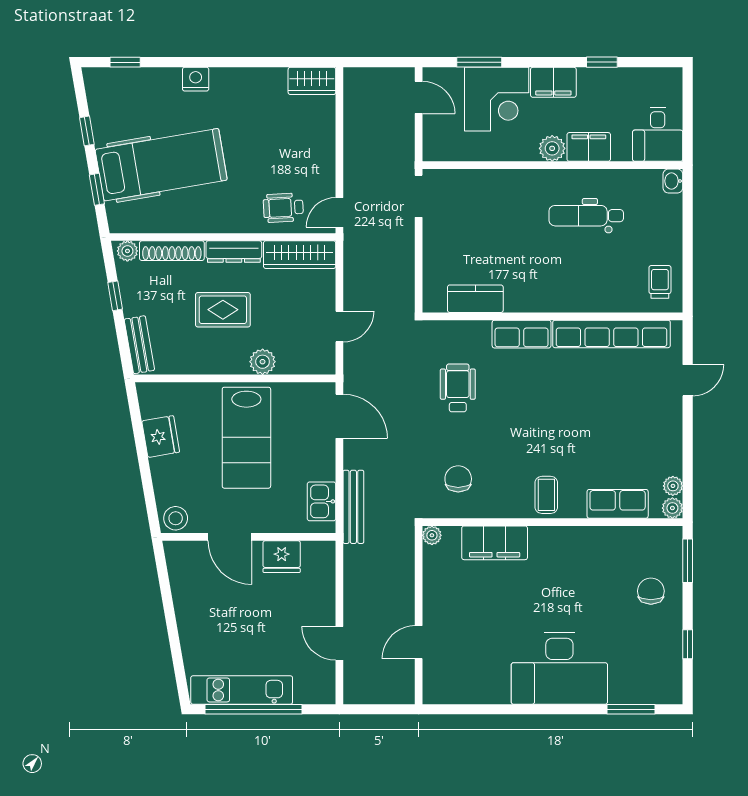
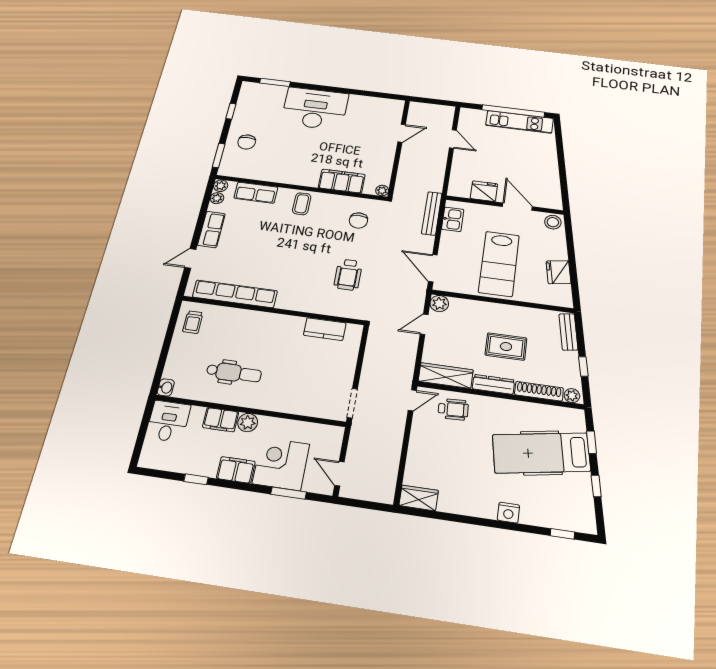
row of seats: (522, 334) -> (211, 229), moved, turned 90
plant: (263, 362) -> (439, 304), moved
lab bench: (246, 438) -> (499, 264), turned 180

